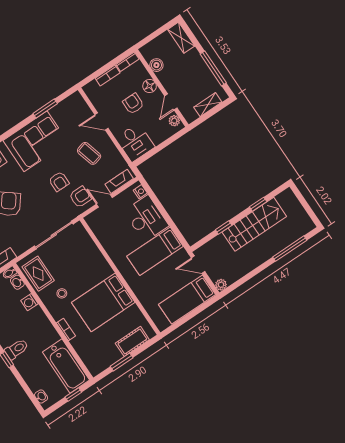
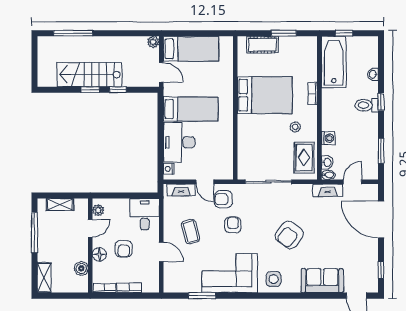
window: (258, 204) -> (90, 90), moved
washbasin: (41, 396) -> (373, 74), moved

